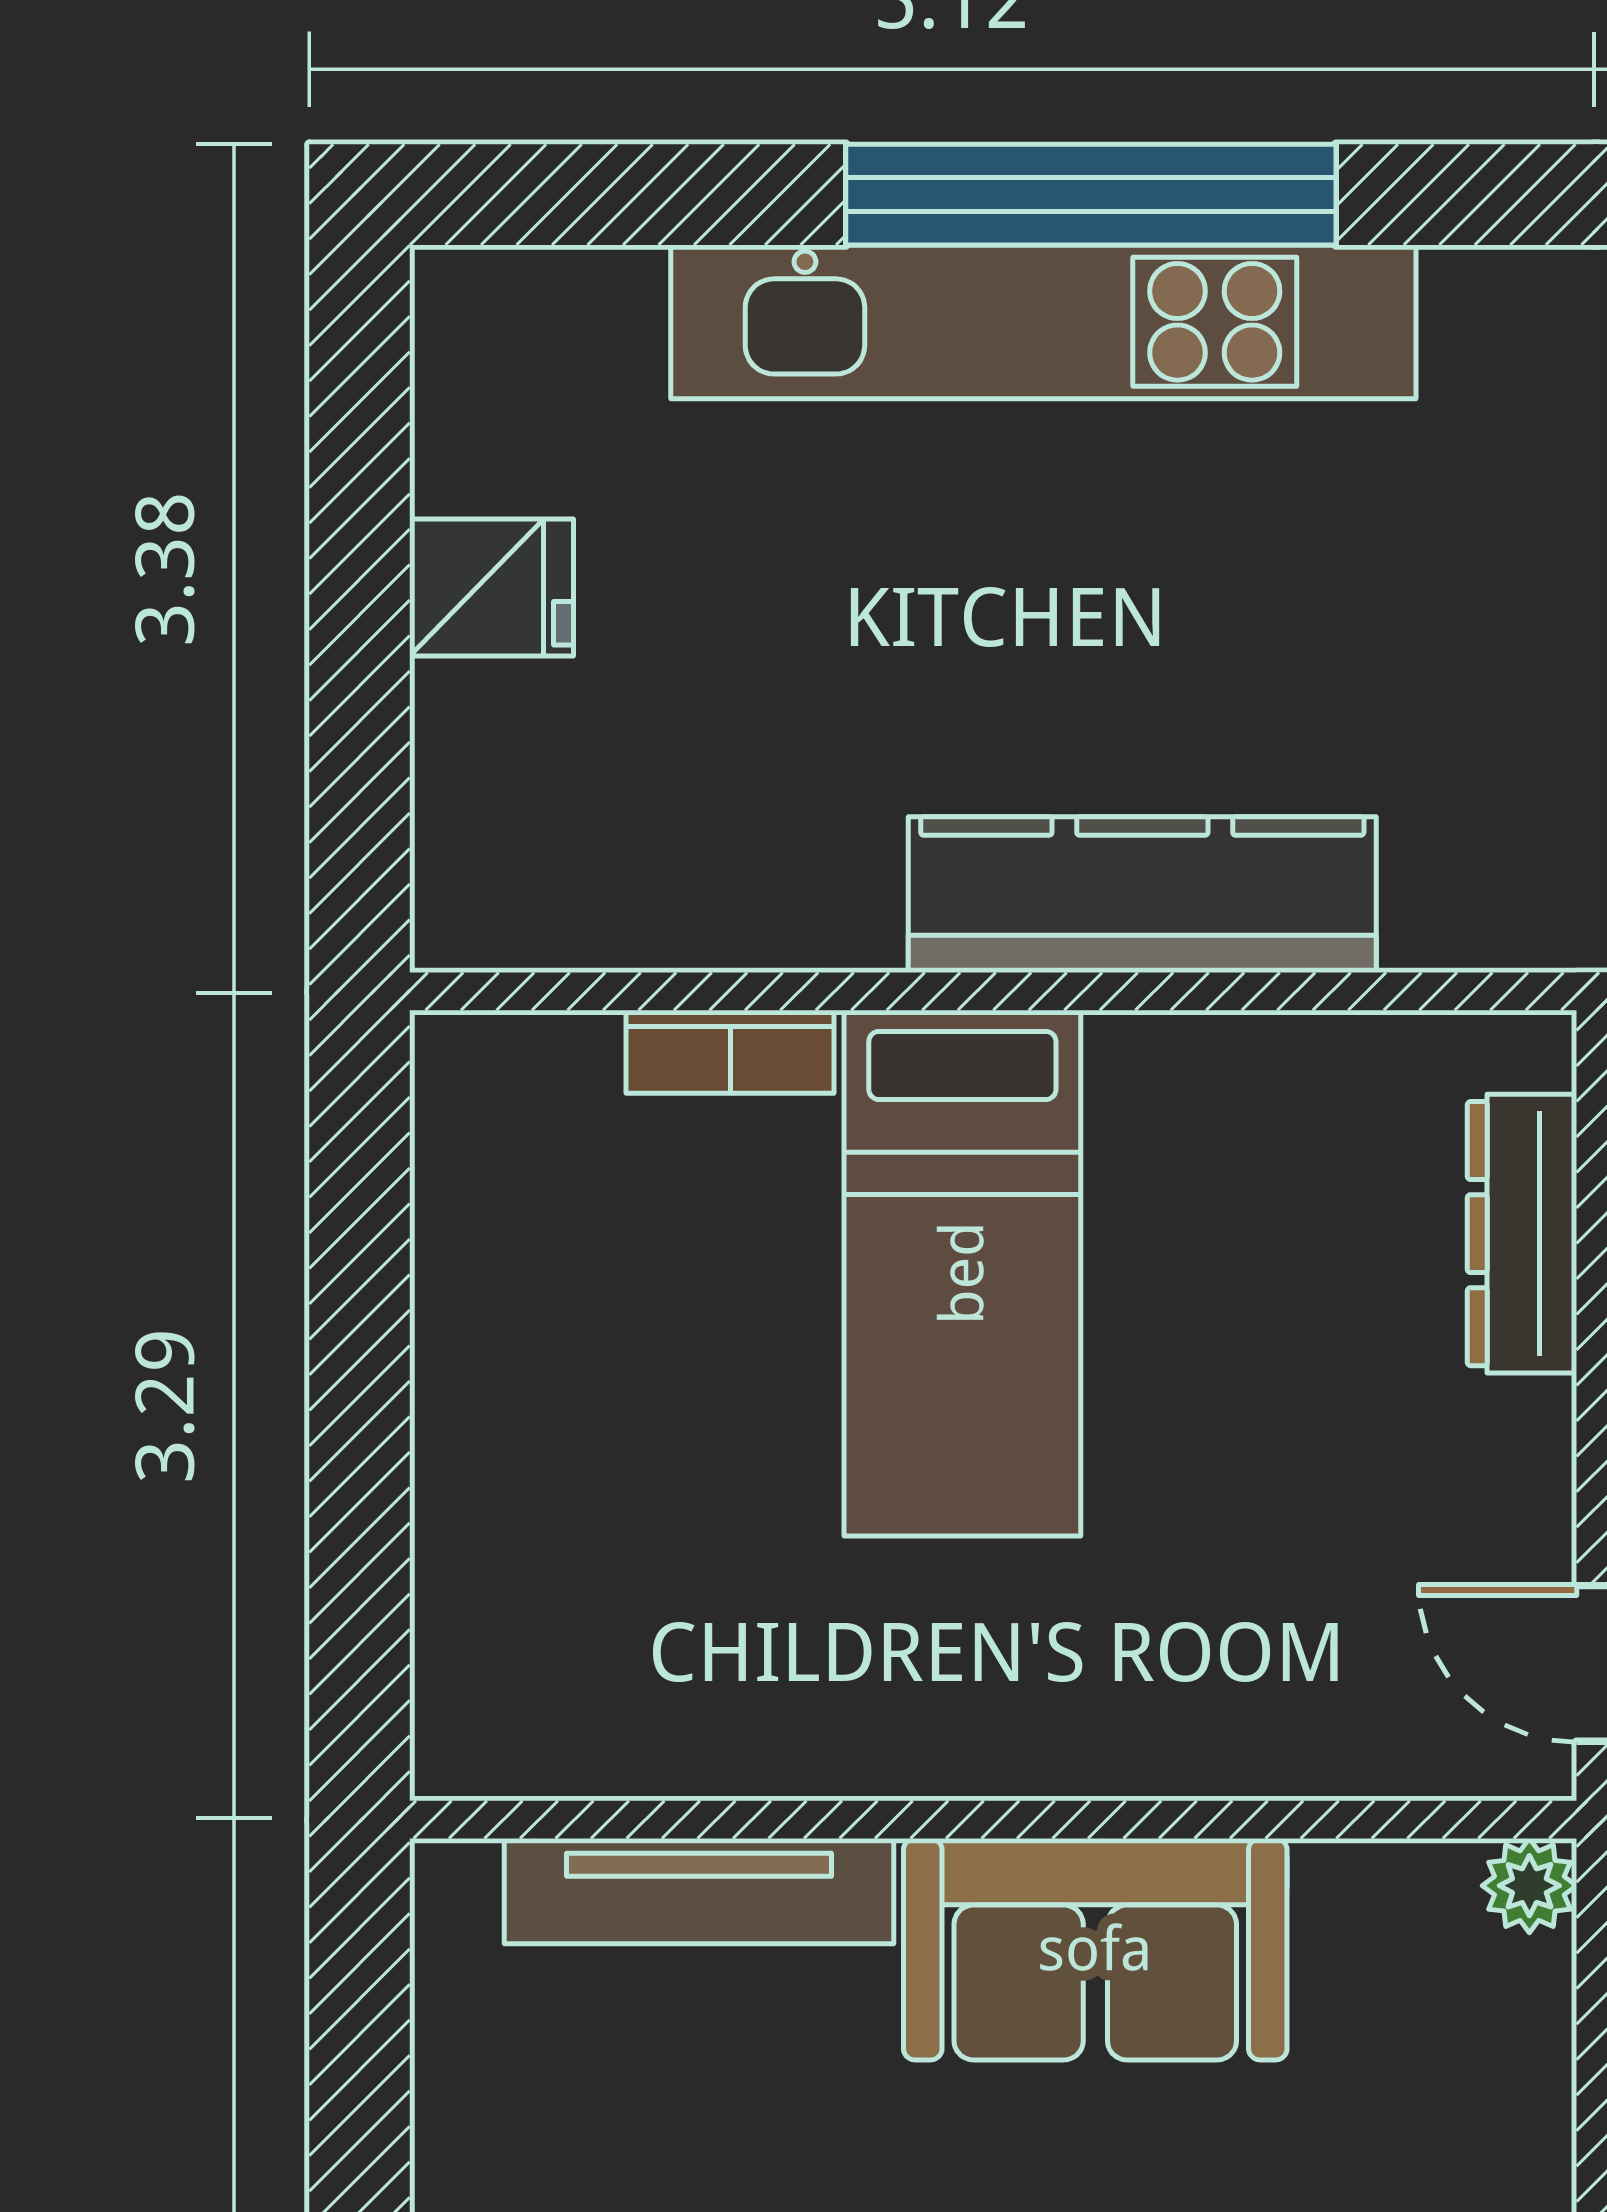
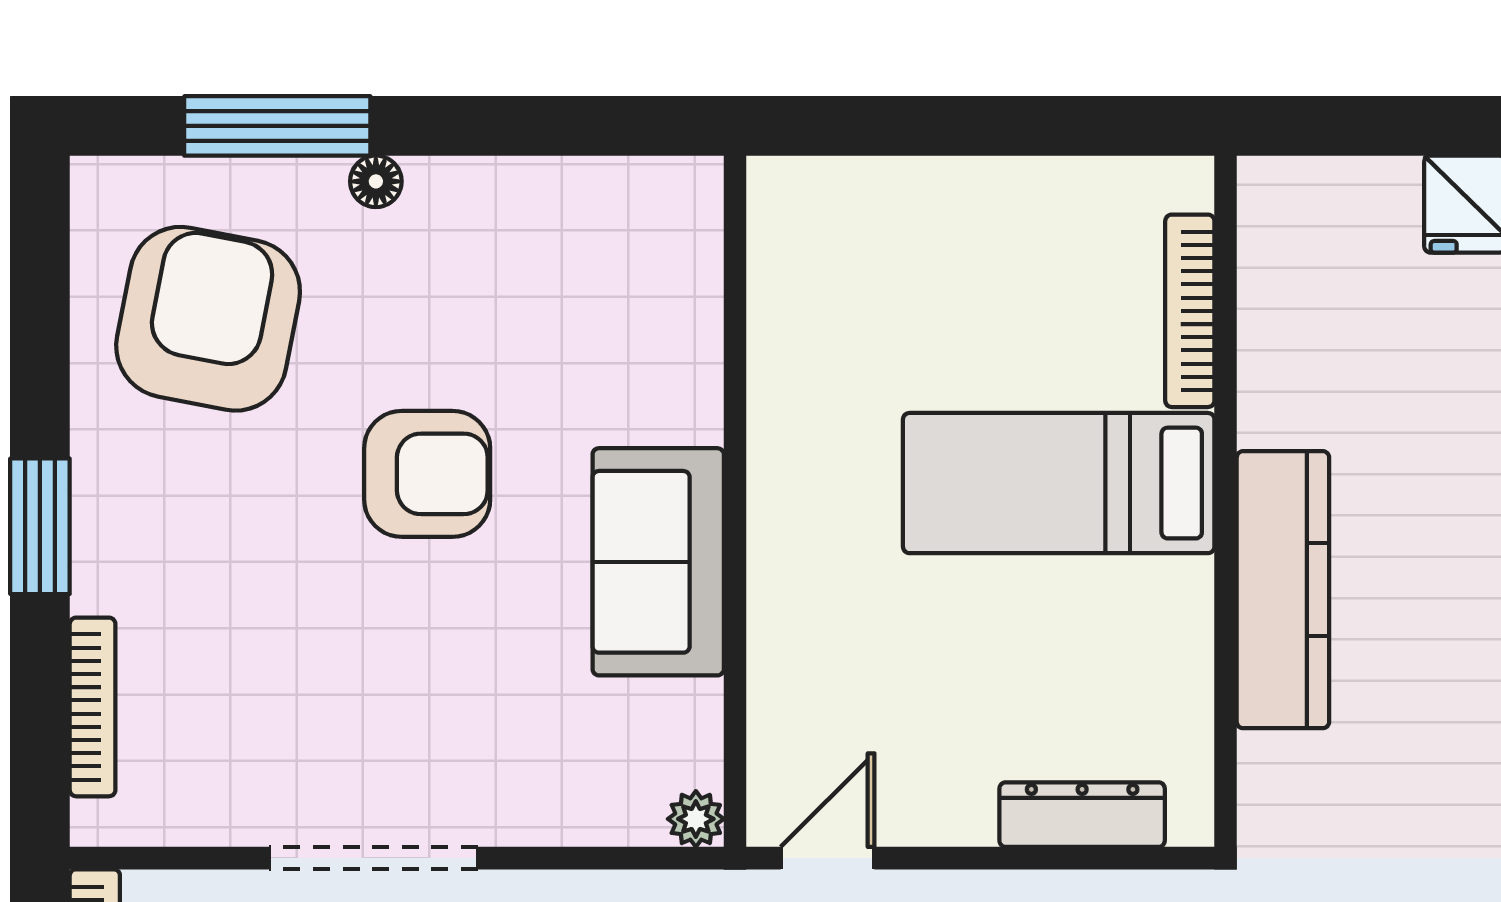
bookcase: (730, 1052) -> (1190, 311), width x1.56
tv unit: (699, 1891) -> (693, 327), removed

